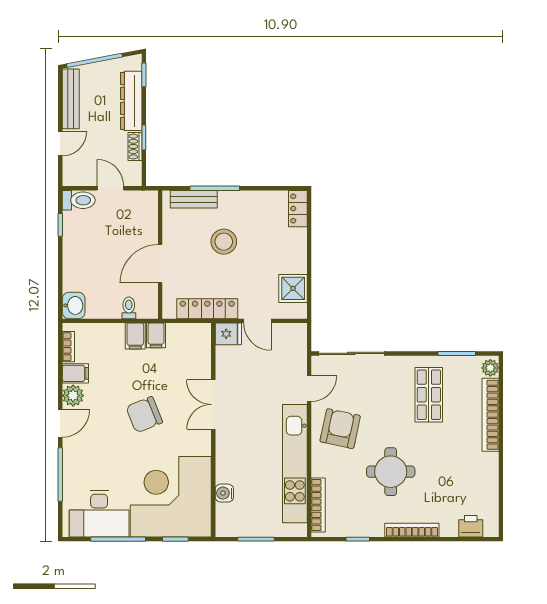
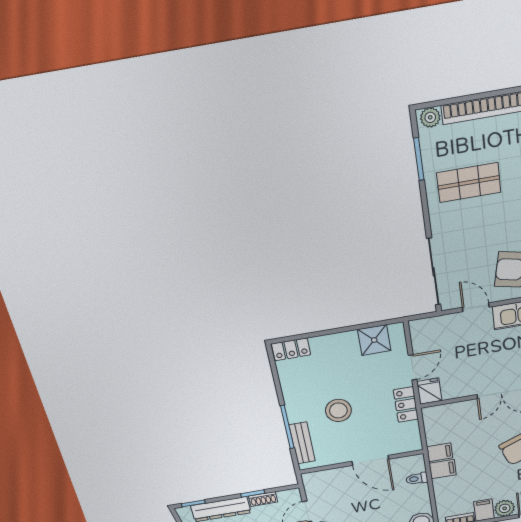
locker: (207, 309) -> (406, 405), width x0.66

